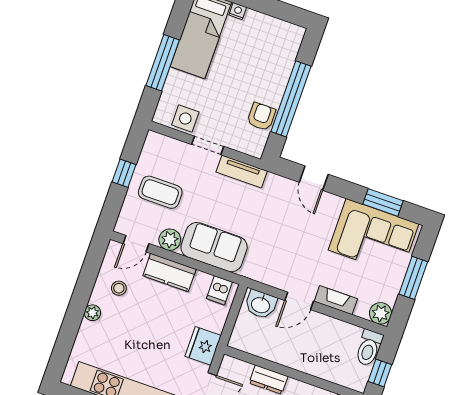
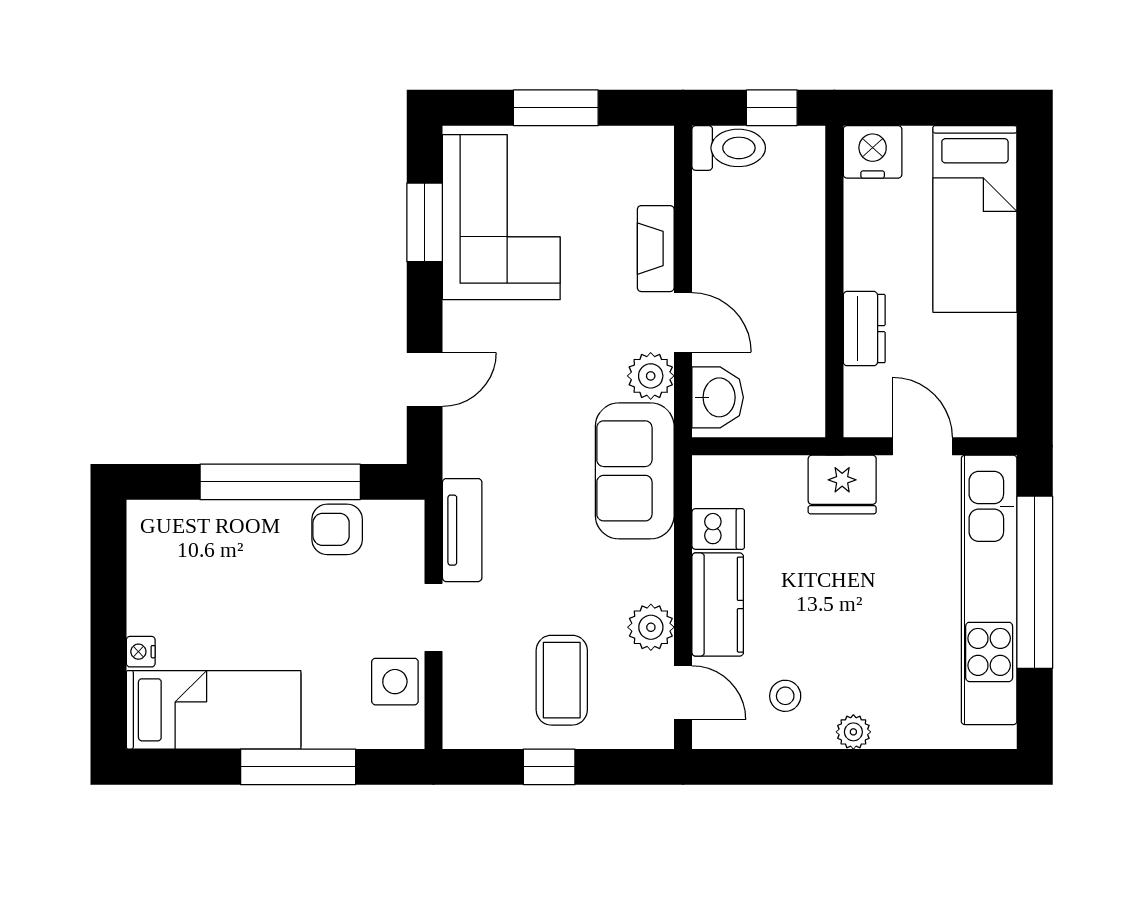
sofa: (214, 247) -> (635, 471), moved
dishwasher: (219, 290) -> (718, 529), moved
plant: (380, 313) -> (651, 376), moved

